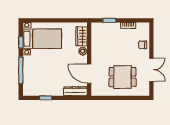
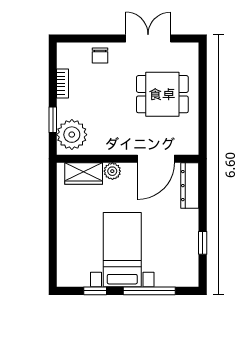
plant: (102, 30) -> (72, 135), added
bed with nightstands: (42, 39) -> (122, 250), moved
dining table: (123, 77) -> (162, 94), turned 90

